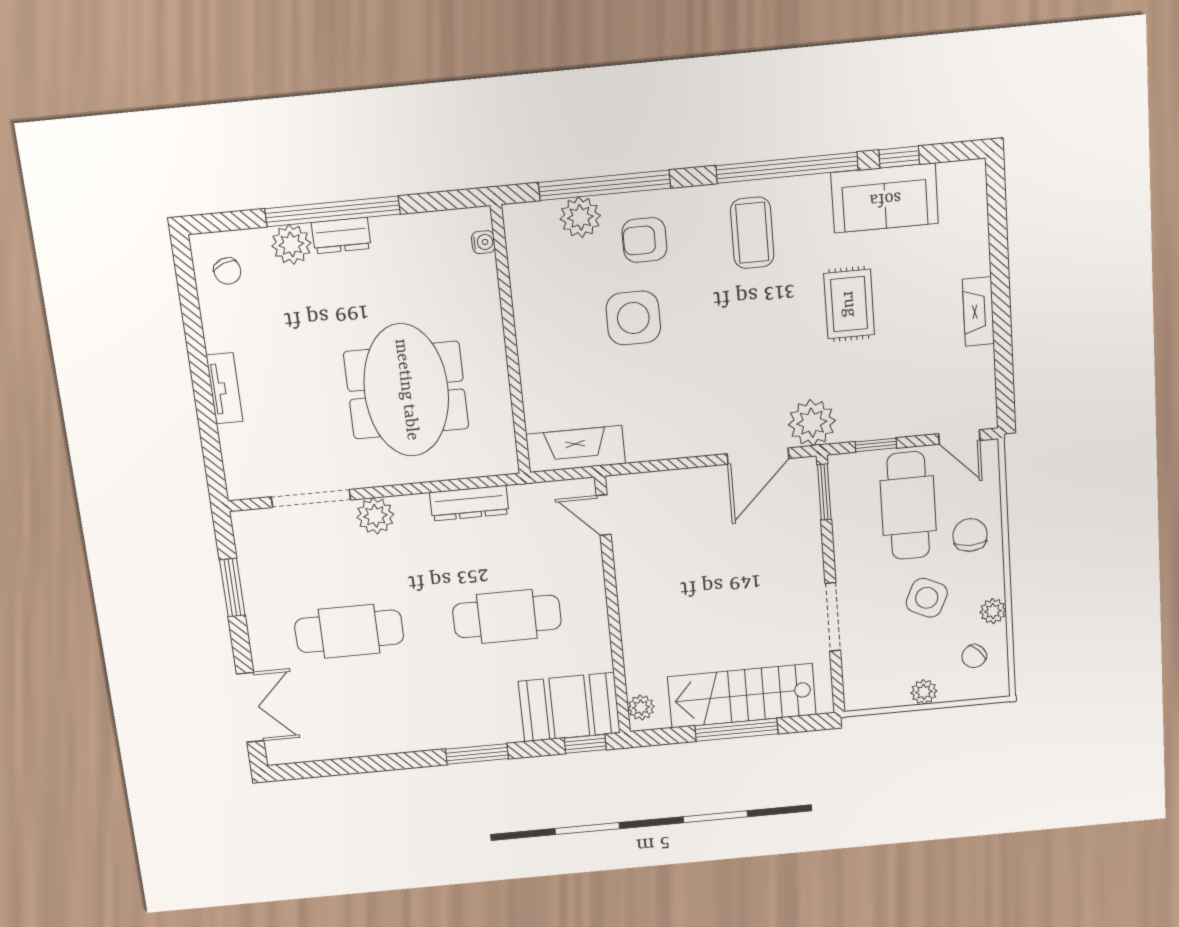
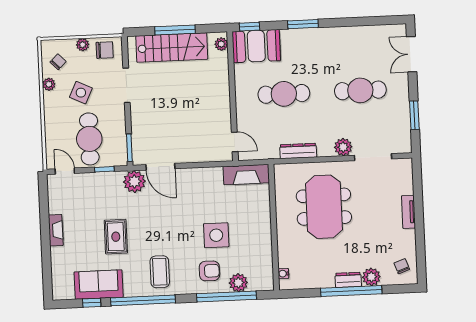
door: (758, 456) -> (160, 167), swing flipped
chair: (970, 535) -> (105, 50), moved, turned -90

